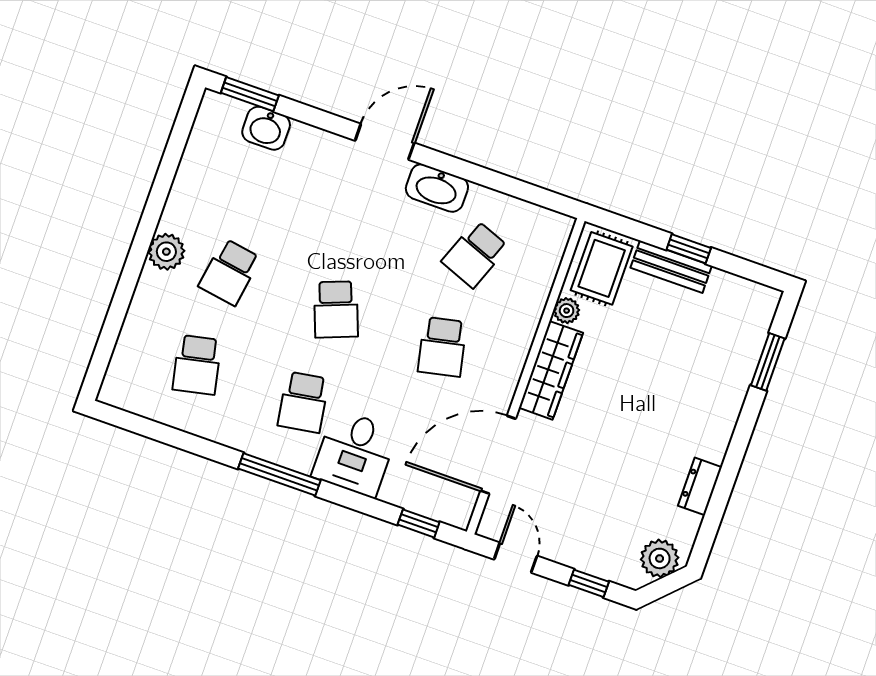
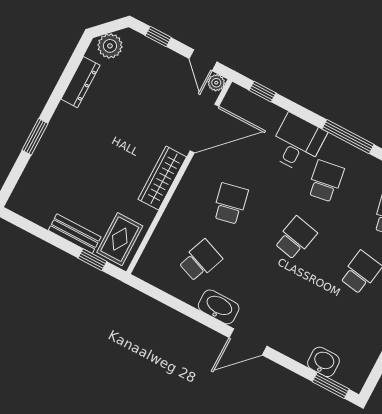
window: (689, 249) -> (92, 260), moved
school desk: (336, 309) -> (296, 238), turned 33
plant: (567, 311) -> (216, 83), moved
window: (768, 362) -> (35, 137), moved
dresser: (700, 486) -> (80, 82), width x1.44

